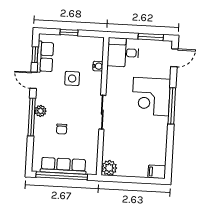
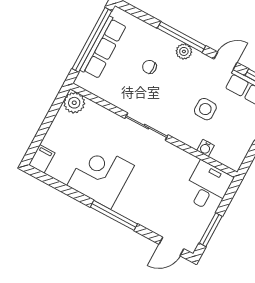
door: (174, 58) -> (171, 247), hinge flipped
corner desk: (151, 97) -> (101, 176), moved

